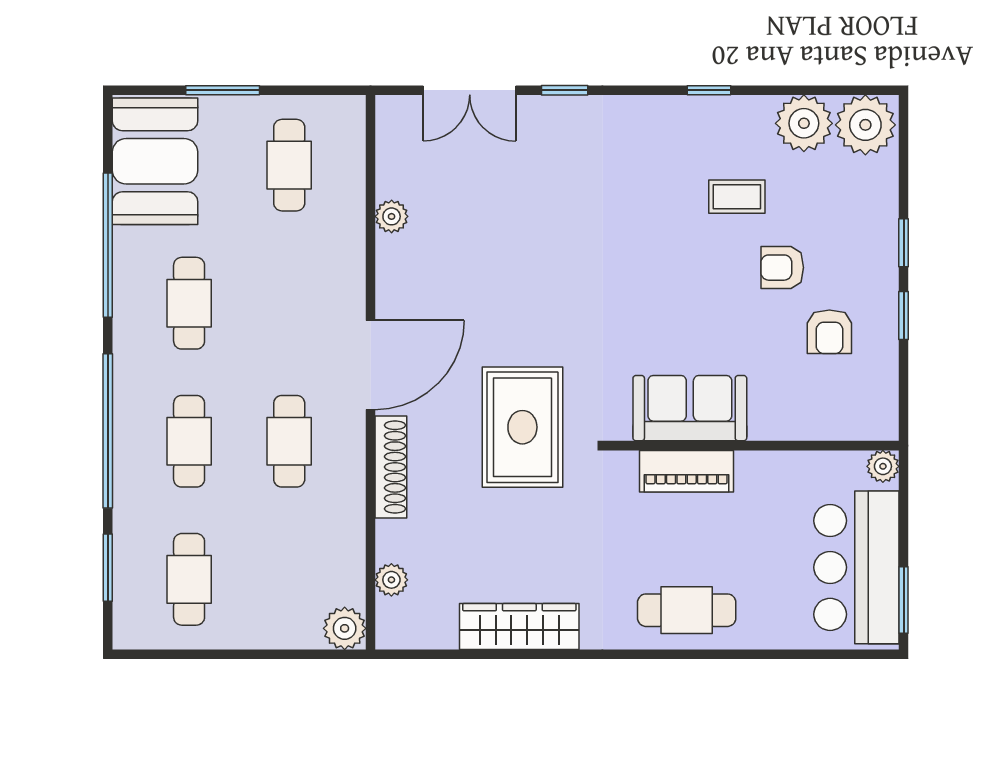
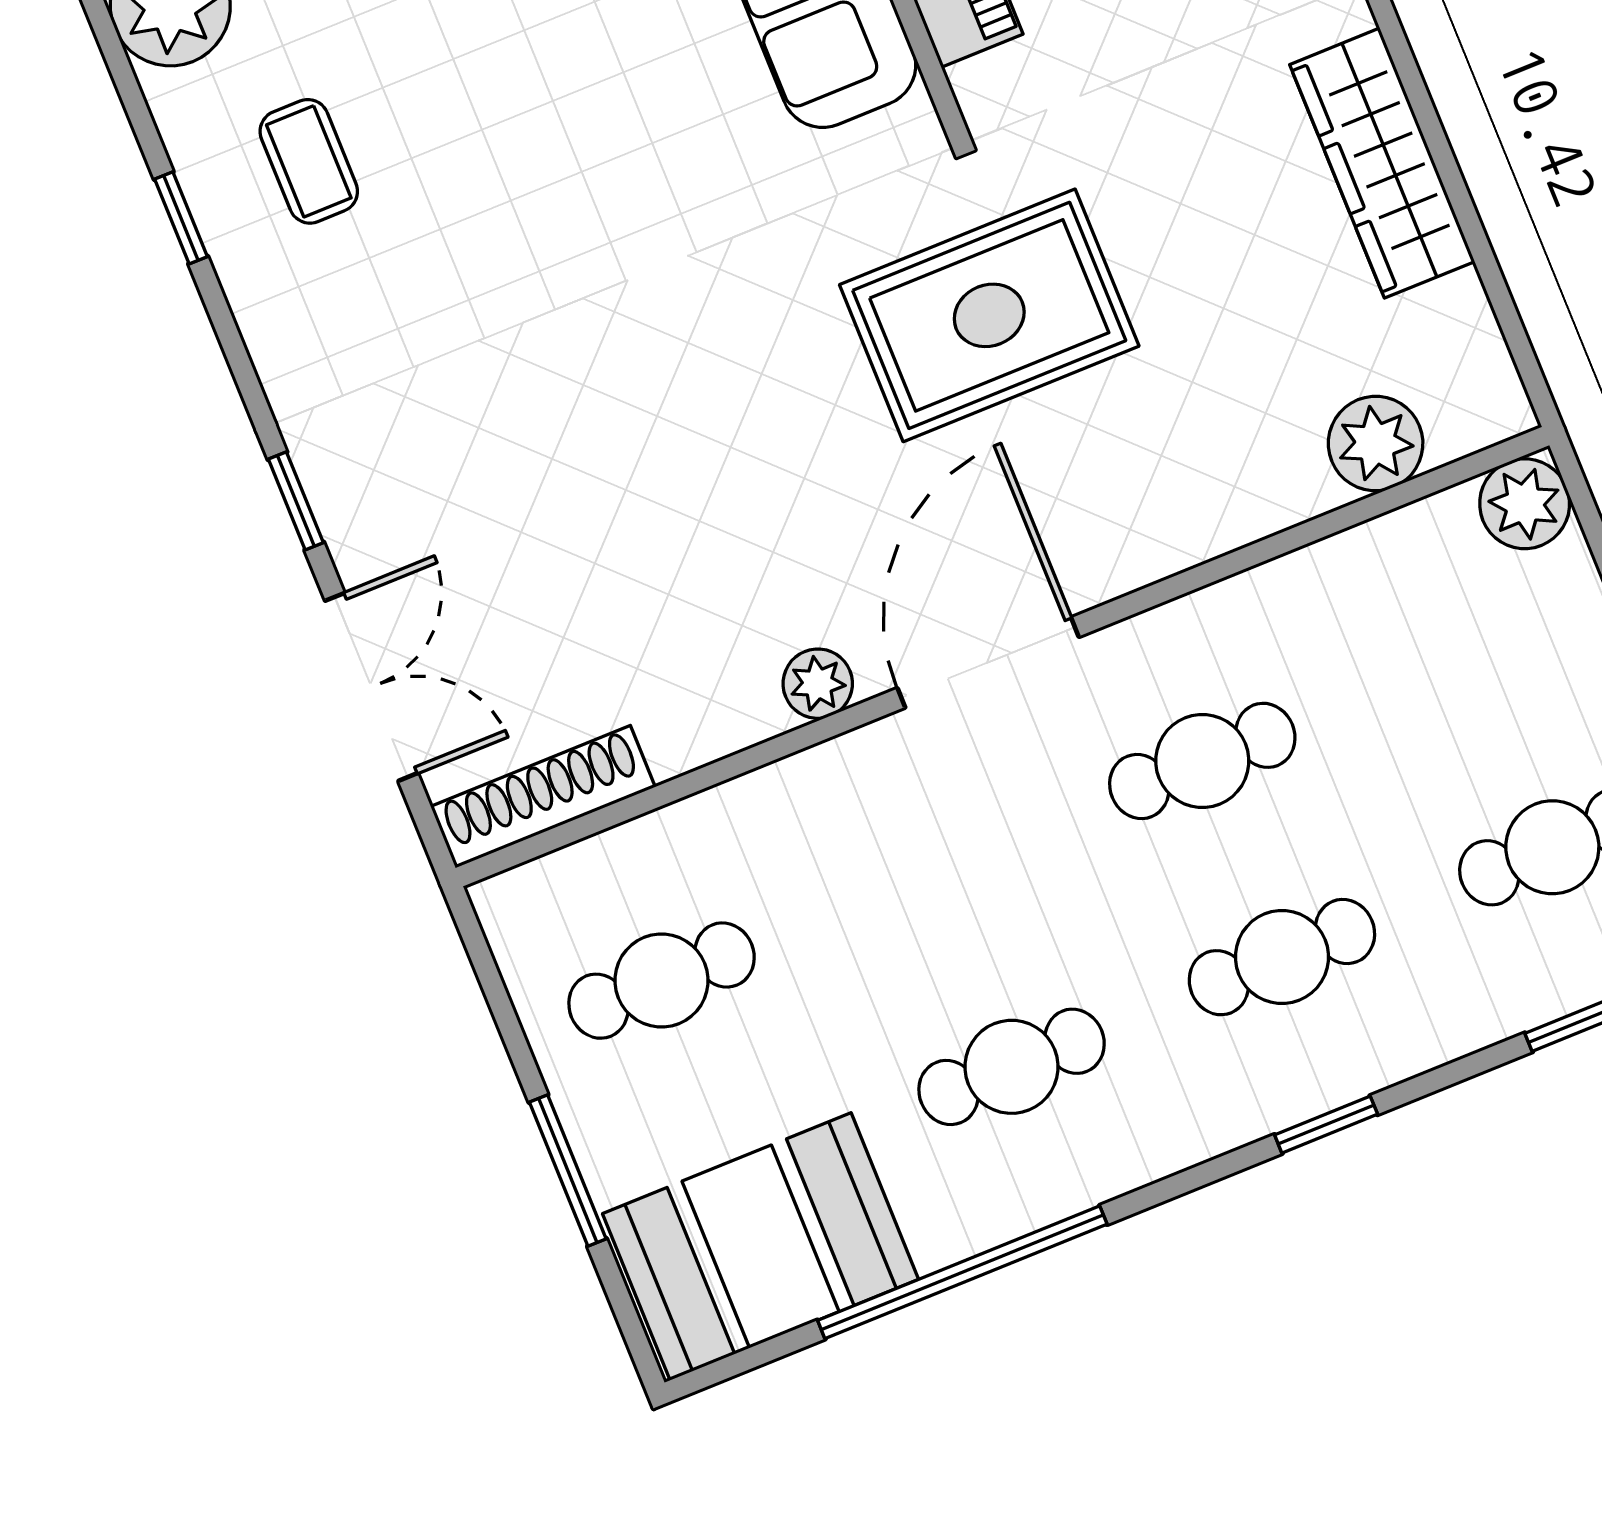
coffee table: (737, 197) -> (309, 161), moved
plant: (392, 216) -> (818, 684), moved
door: (370, 365) -> (988, 663), hinge flipped
window: (108, 431) -> (1326, 1125), width x0.32
shoe rack: (391, 467) -> (543, 797), moved
plant: (391, 580) -> (1376, 444), width x1.38, depth x1.38

